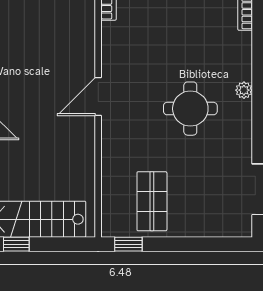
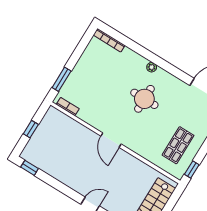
shop shelf: (152, 201) -> (178, 145), turned 90

